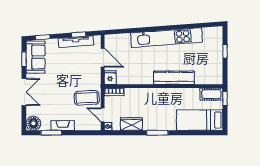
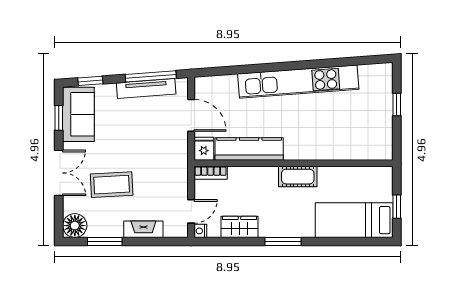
window: (79, 35) -> (151, 76), width x2.17
kitchen counter: (174, 78) -> (249, 149), moved
cot: (211, 94) -> (298, 177), moved
coffee table: (87, 98) -> (112, 185), moved
window: (225, 98) -> (397, 207), moved
door: (103, 115) -> (191, 211), swing flipped
fireplace: (63, 125) -> (143, 229), moved

